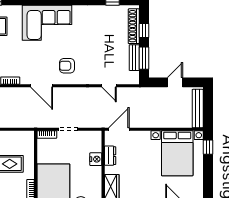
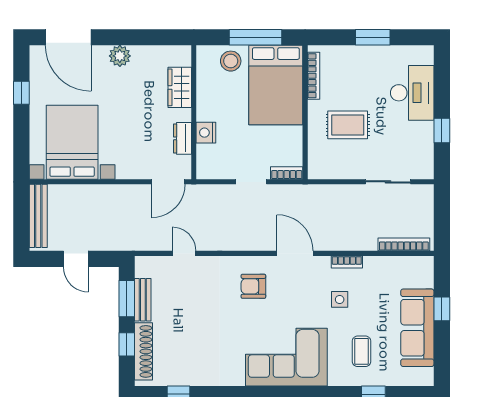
side table: (15, 58) -> (340, 299), added
armchair: (67, 66) -> (253, 286), turned 180
door: (175, 82) -> (76, 259), hinge flipped
window: (208, 147) -> (21, 93), moved

